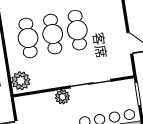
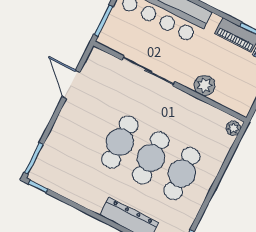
plant: (21, 81) -> (233, 128), width x0.53, depth x0.53
plant: (62, 97) -> (204, 85), moved

